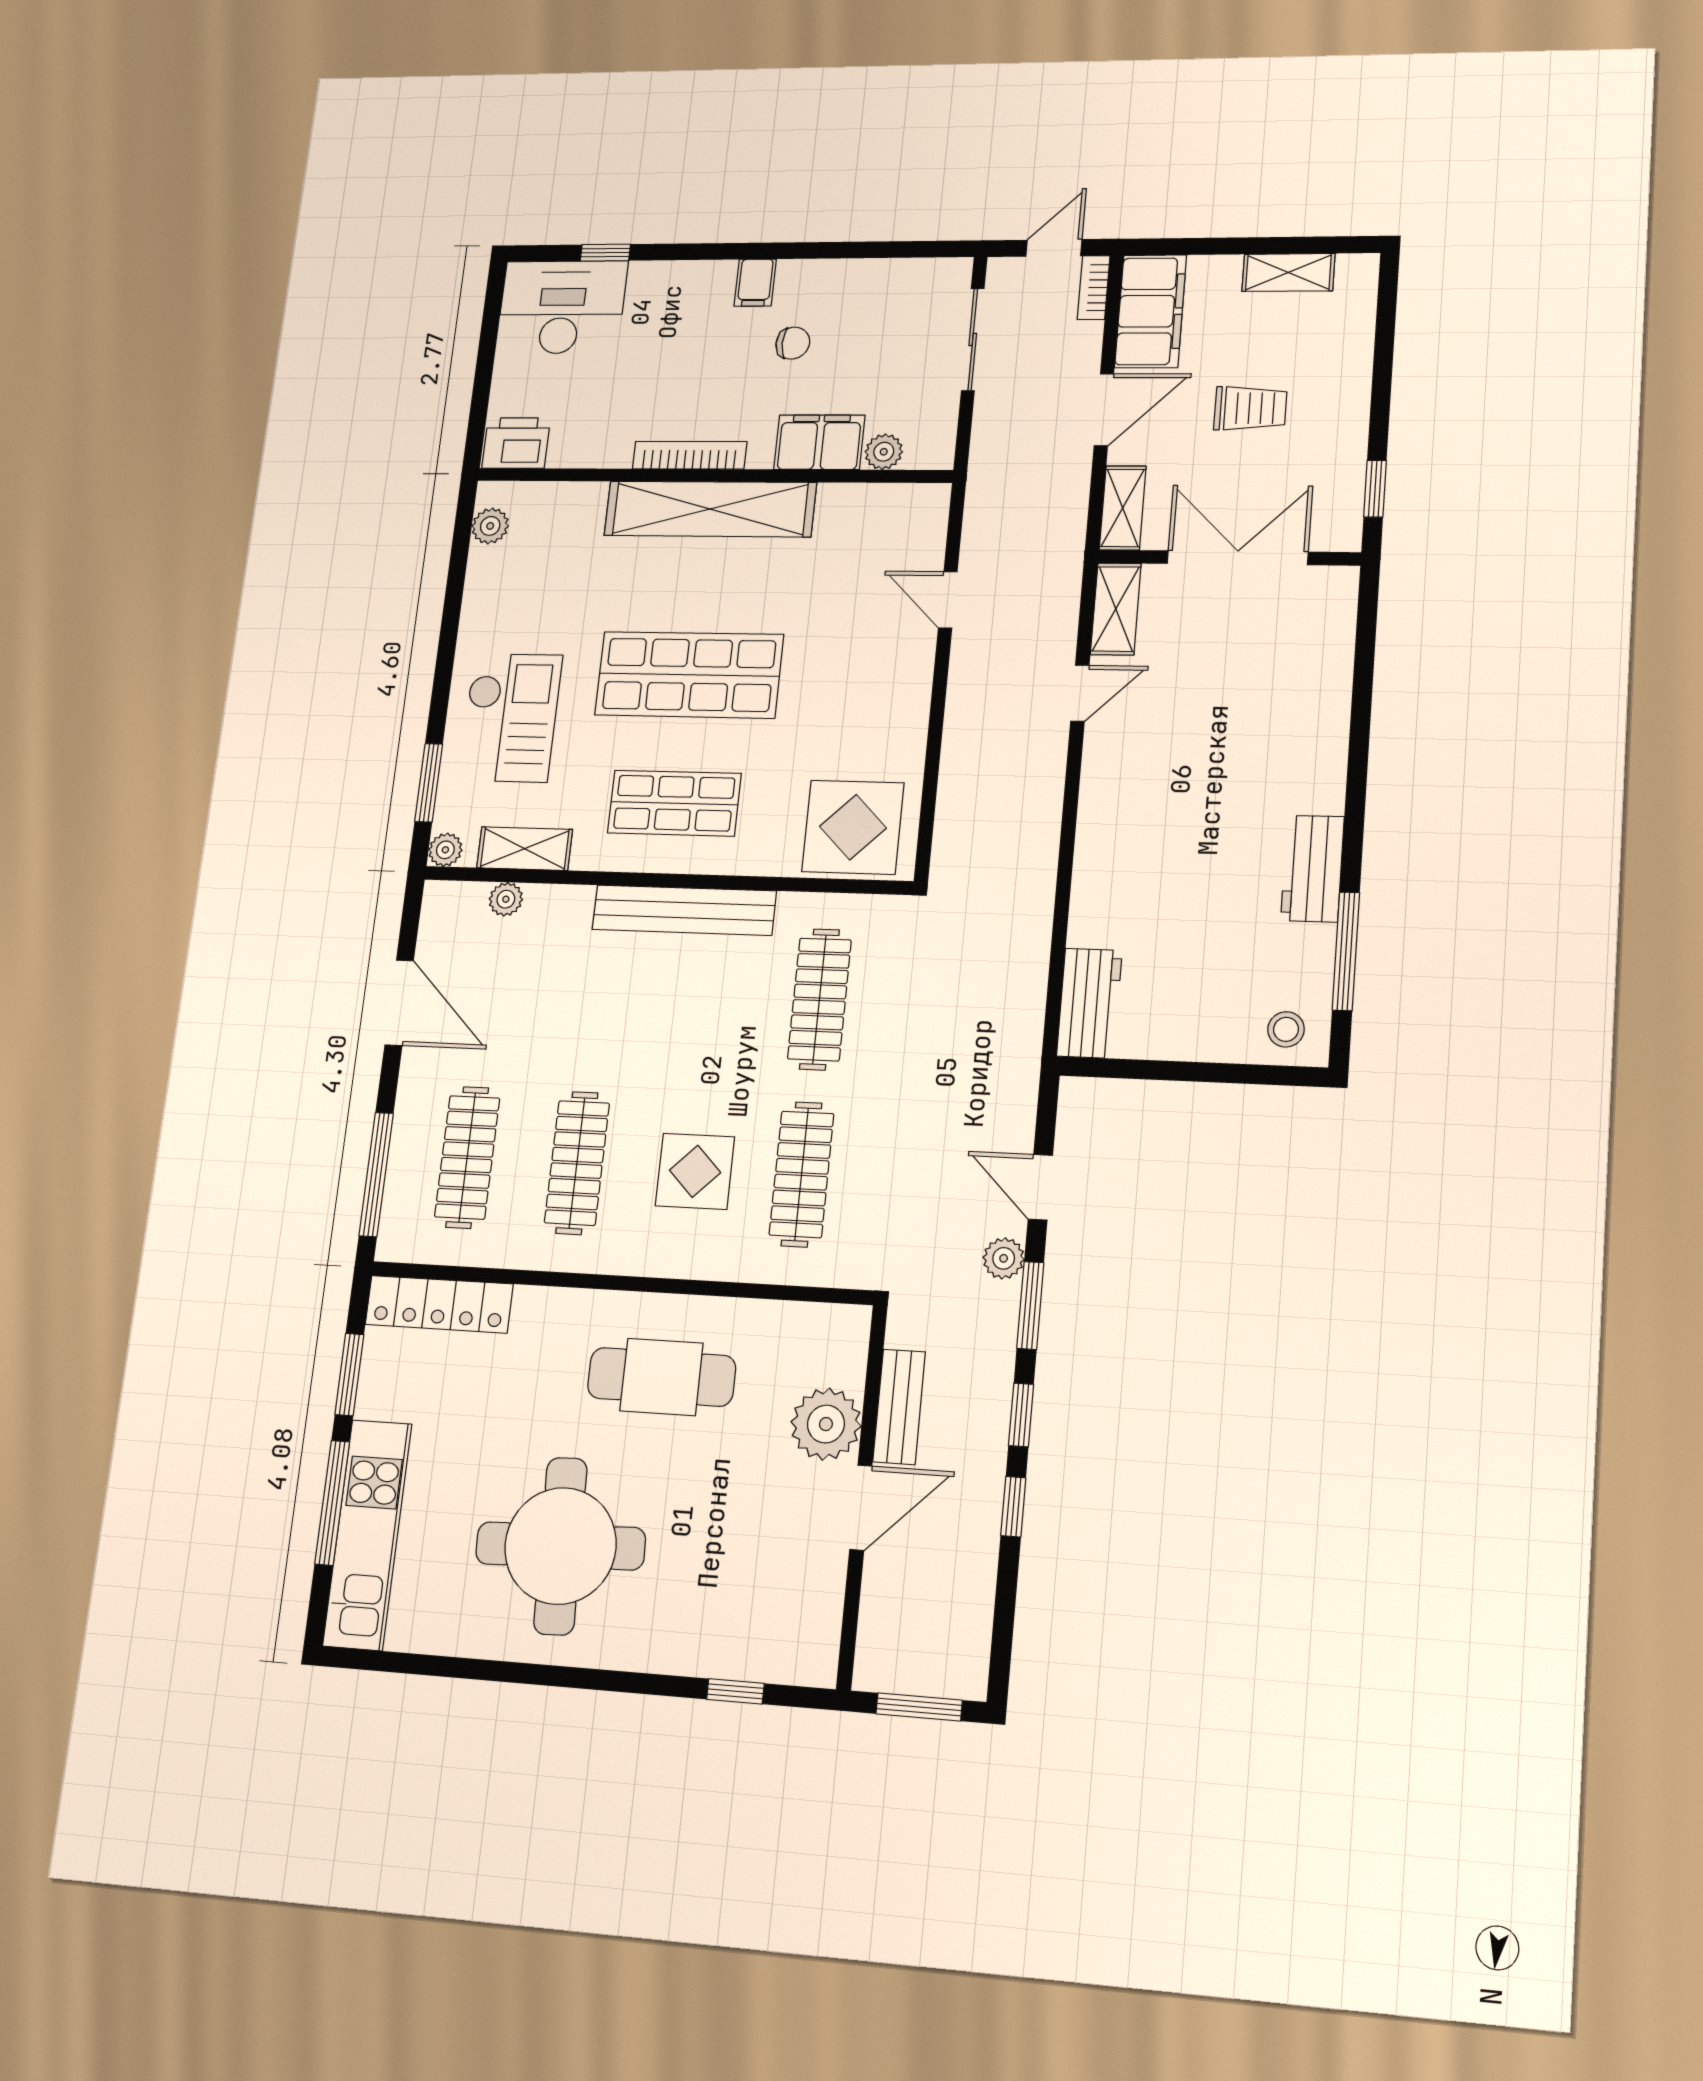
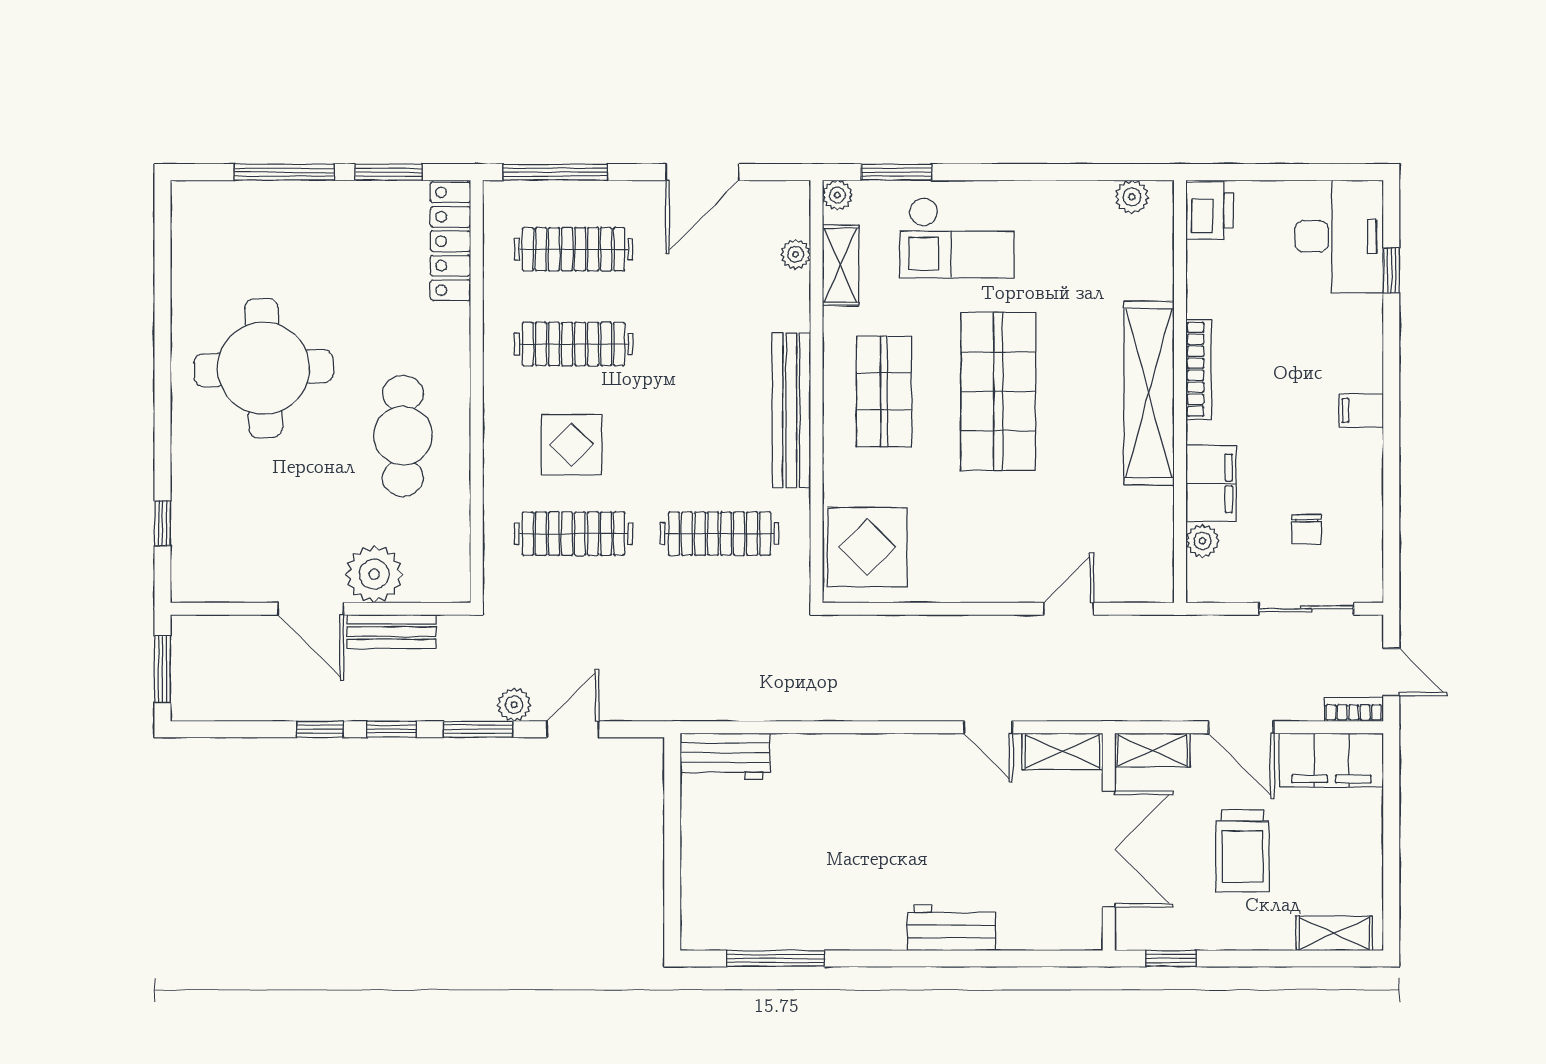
shelving: (1288, 272) -> (1334, 933), moved, turned 90
chair: (793, 343) -> (1307, 530), moved
trolley: (1250, 408) -> (1242, 851), width x1.36, depth x1.39
workbench: (1312, 868) -> (951, 928), moved
stool: (1286, 1029) -> (710, 915), removed
kitchen unit: (367, 1534) -> (261, 206), removed

